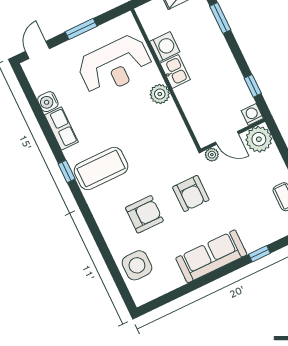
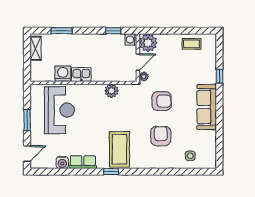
door: (37, 50) -> (27, 154), swing flipped
plant: (160, 94) -> (111, 91), moved
side table: (137, 265) -> (190, 156), width x0.54, depth x0.54

